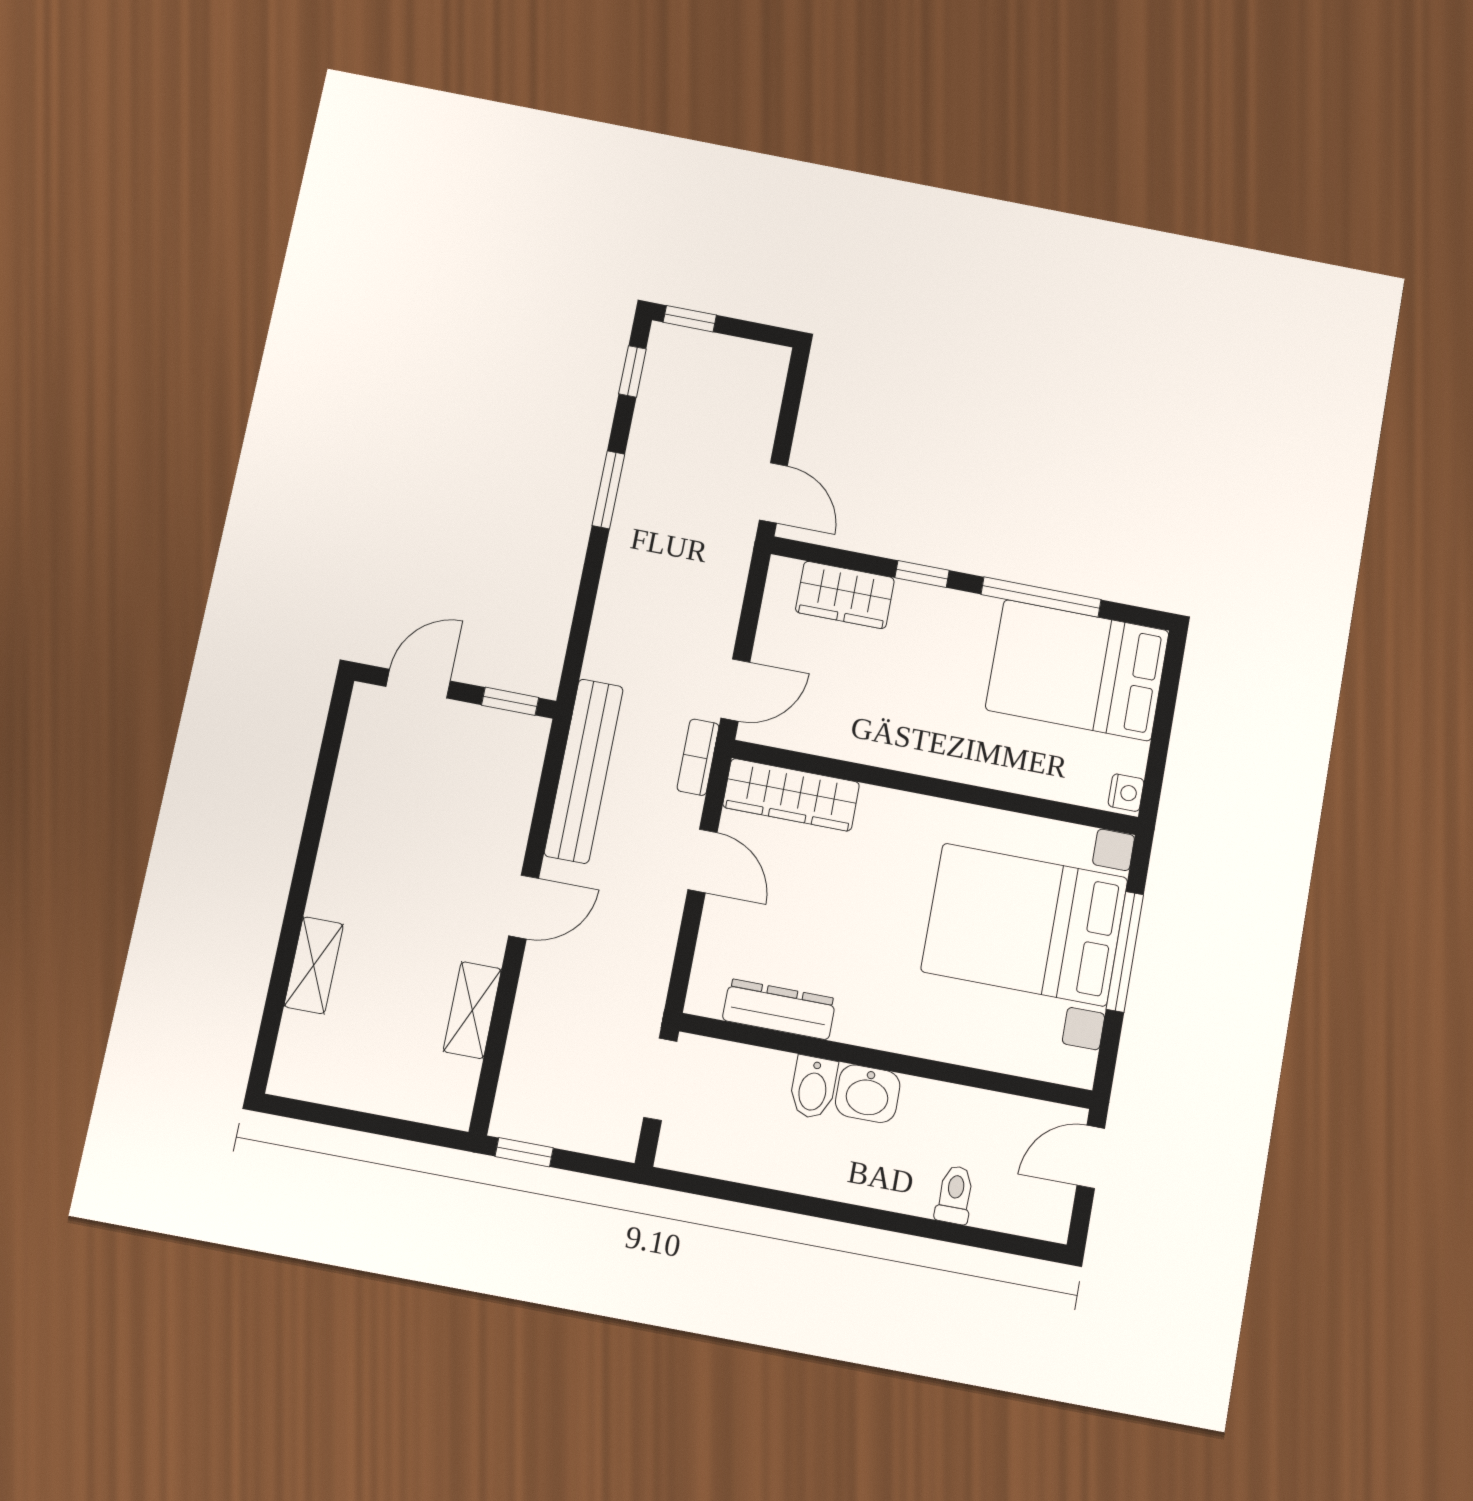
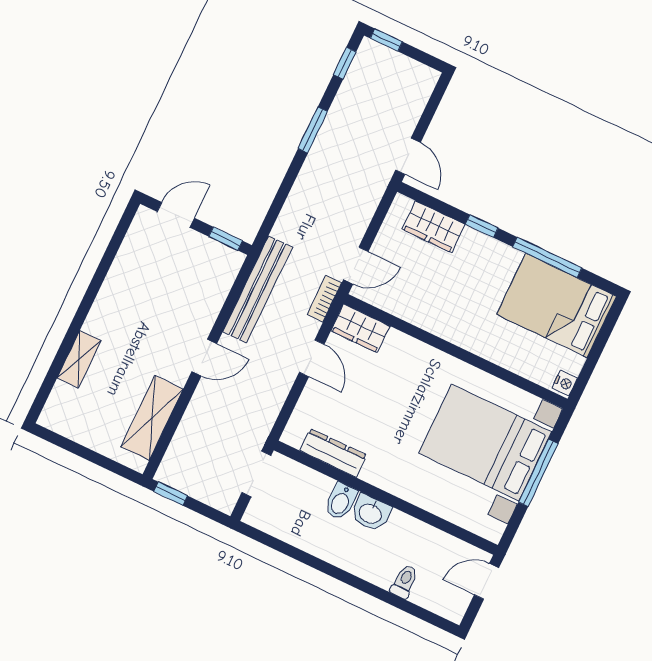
wardrobe: (791, 795) -> (360, 328), width x0.67
shelving: (472, 1010) -> (152, 418), width x1.50, depth x1.33

